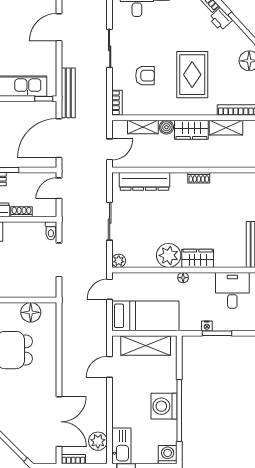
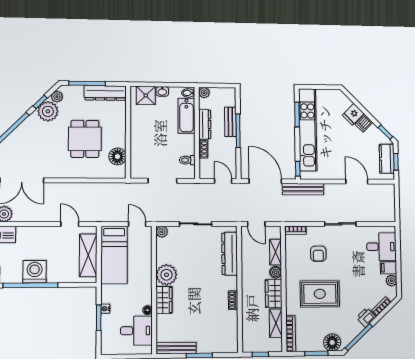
toilet: (51, 231) -> (187, 160), moved
floor lamp: (183, 278) -> (147, 310), moved

